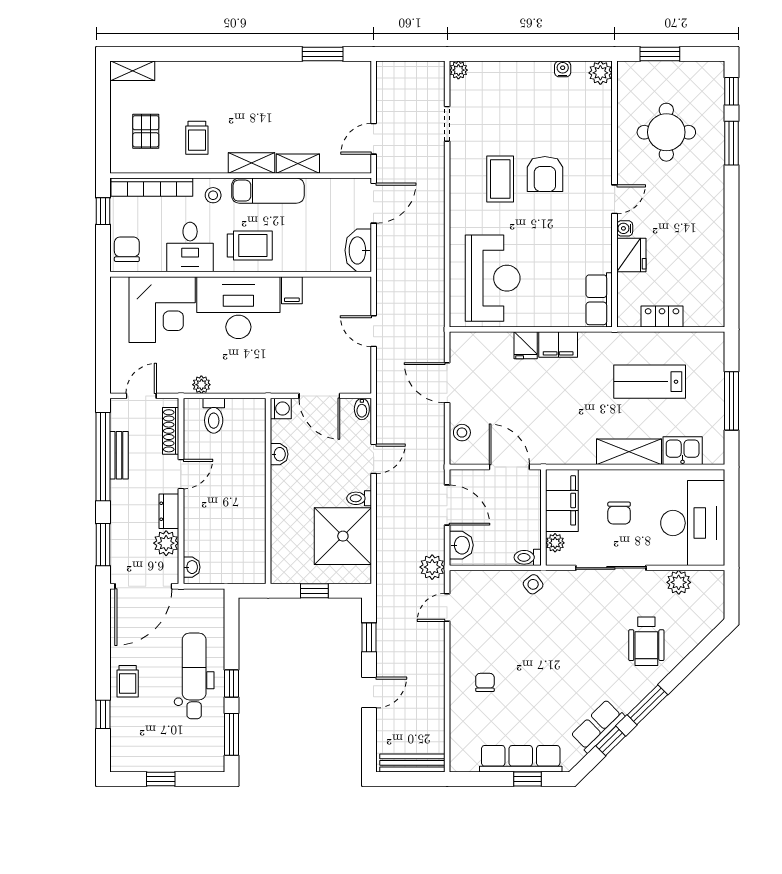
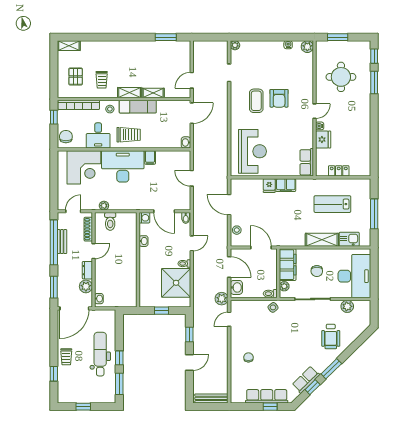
washbasin: (358, 250) -> (186, 142), width x0.52, depth x0.69

